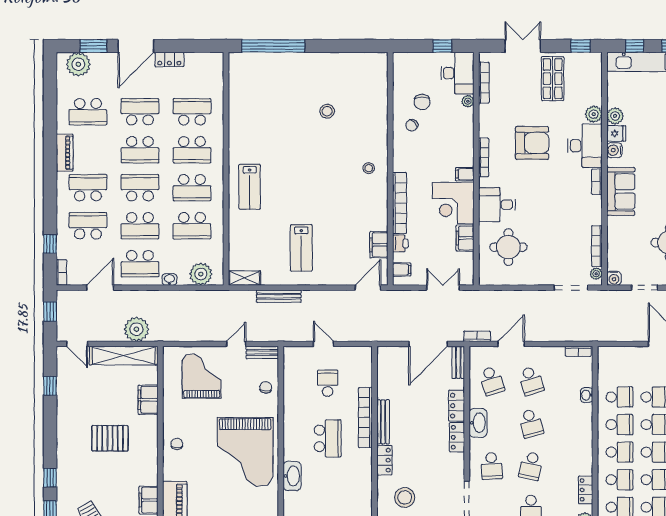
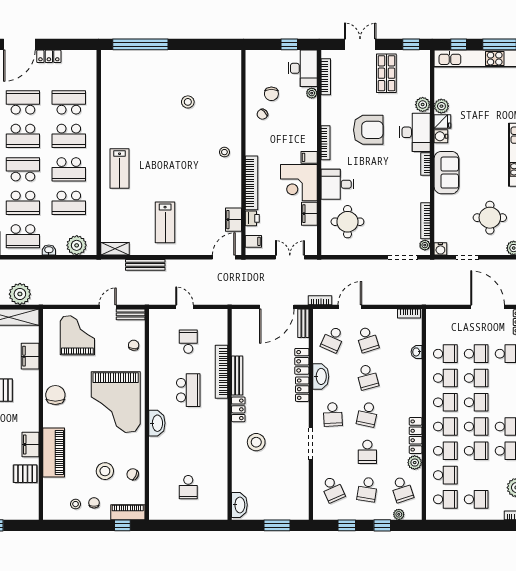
school desk: (492, 381) -> (333, 339), turned 42
chair: (177, 444) -> (55, 395), width x1.87, depth x1.87
locker: (586, 490) -> (416, 436), width x1.53

